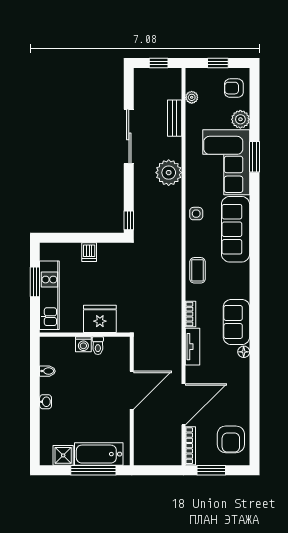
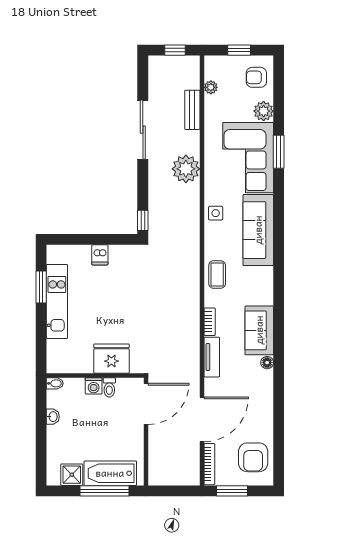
fridge: (100, 319) -> (111, 359), moved
wall: (85, 335) -> (95, 376), moved
washing machine: (83, 344) -> (94, 386), moved
toilet: (98, 346) -> (109, 387), moved

